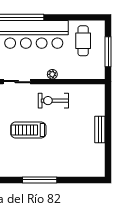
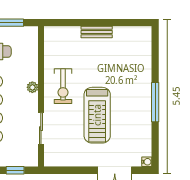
treadmill: (28, 130) -> (97, 115), width x1.37, depth x1.38

